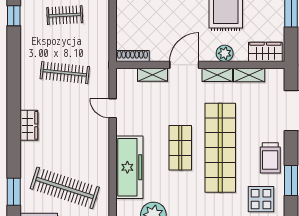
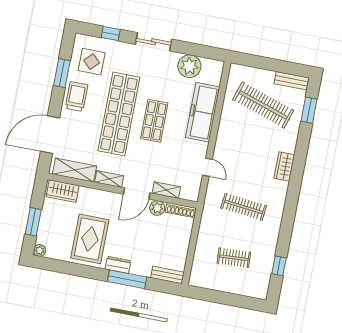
plant: (225, 53) -> (157, 208), moved
shelving: (249, 75) -> (75, 170), width x1.50, depth x1.33

